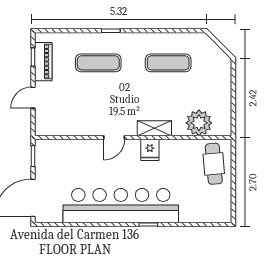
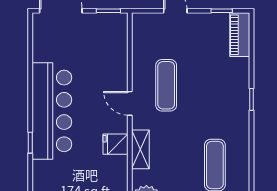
piano: (43, 62) -> (240, 35), moved, turned 90
exercise mat: (98, 63) -> (166, 85), moved
bar counter: (121, 206) -> (52, 111), width x0.73

